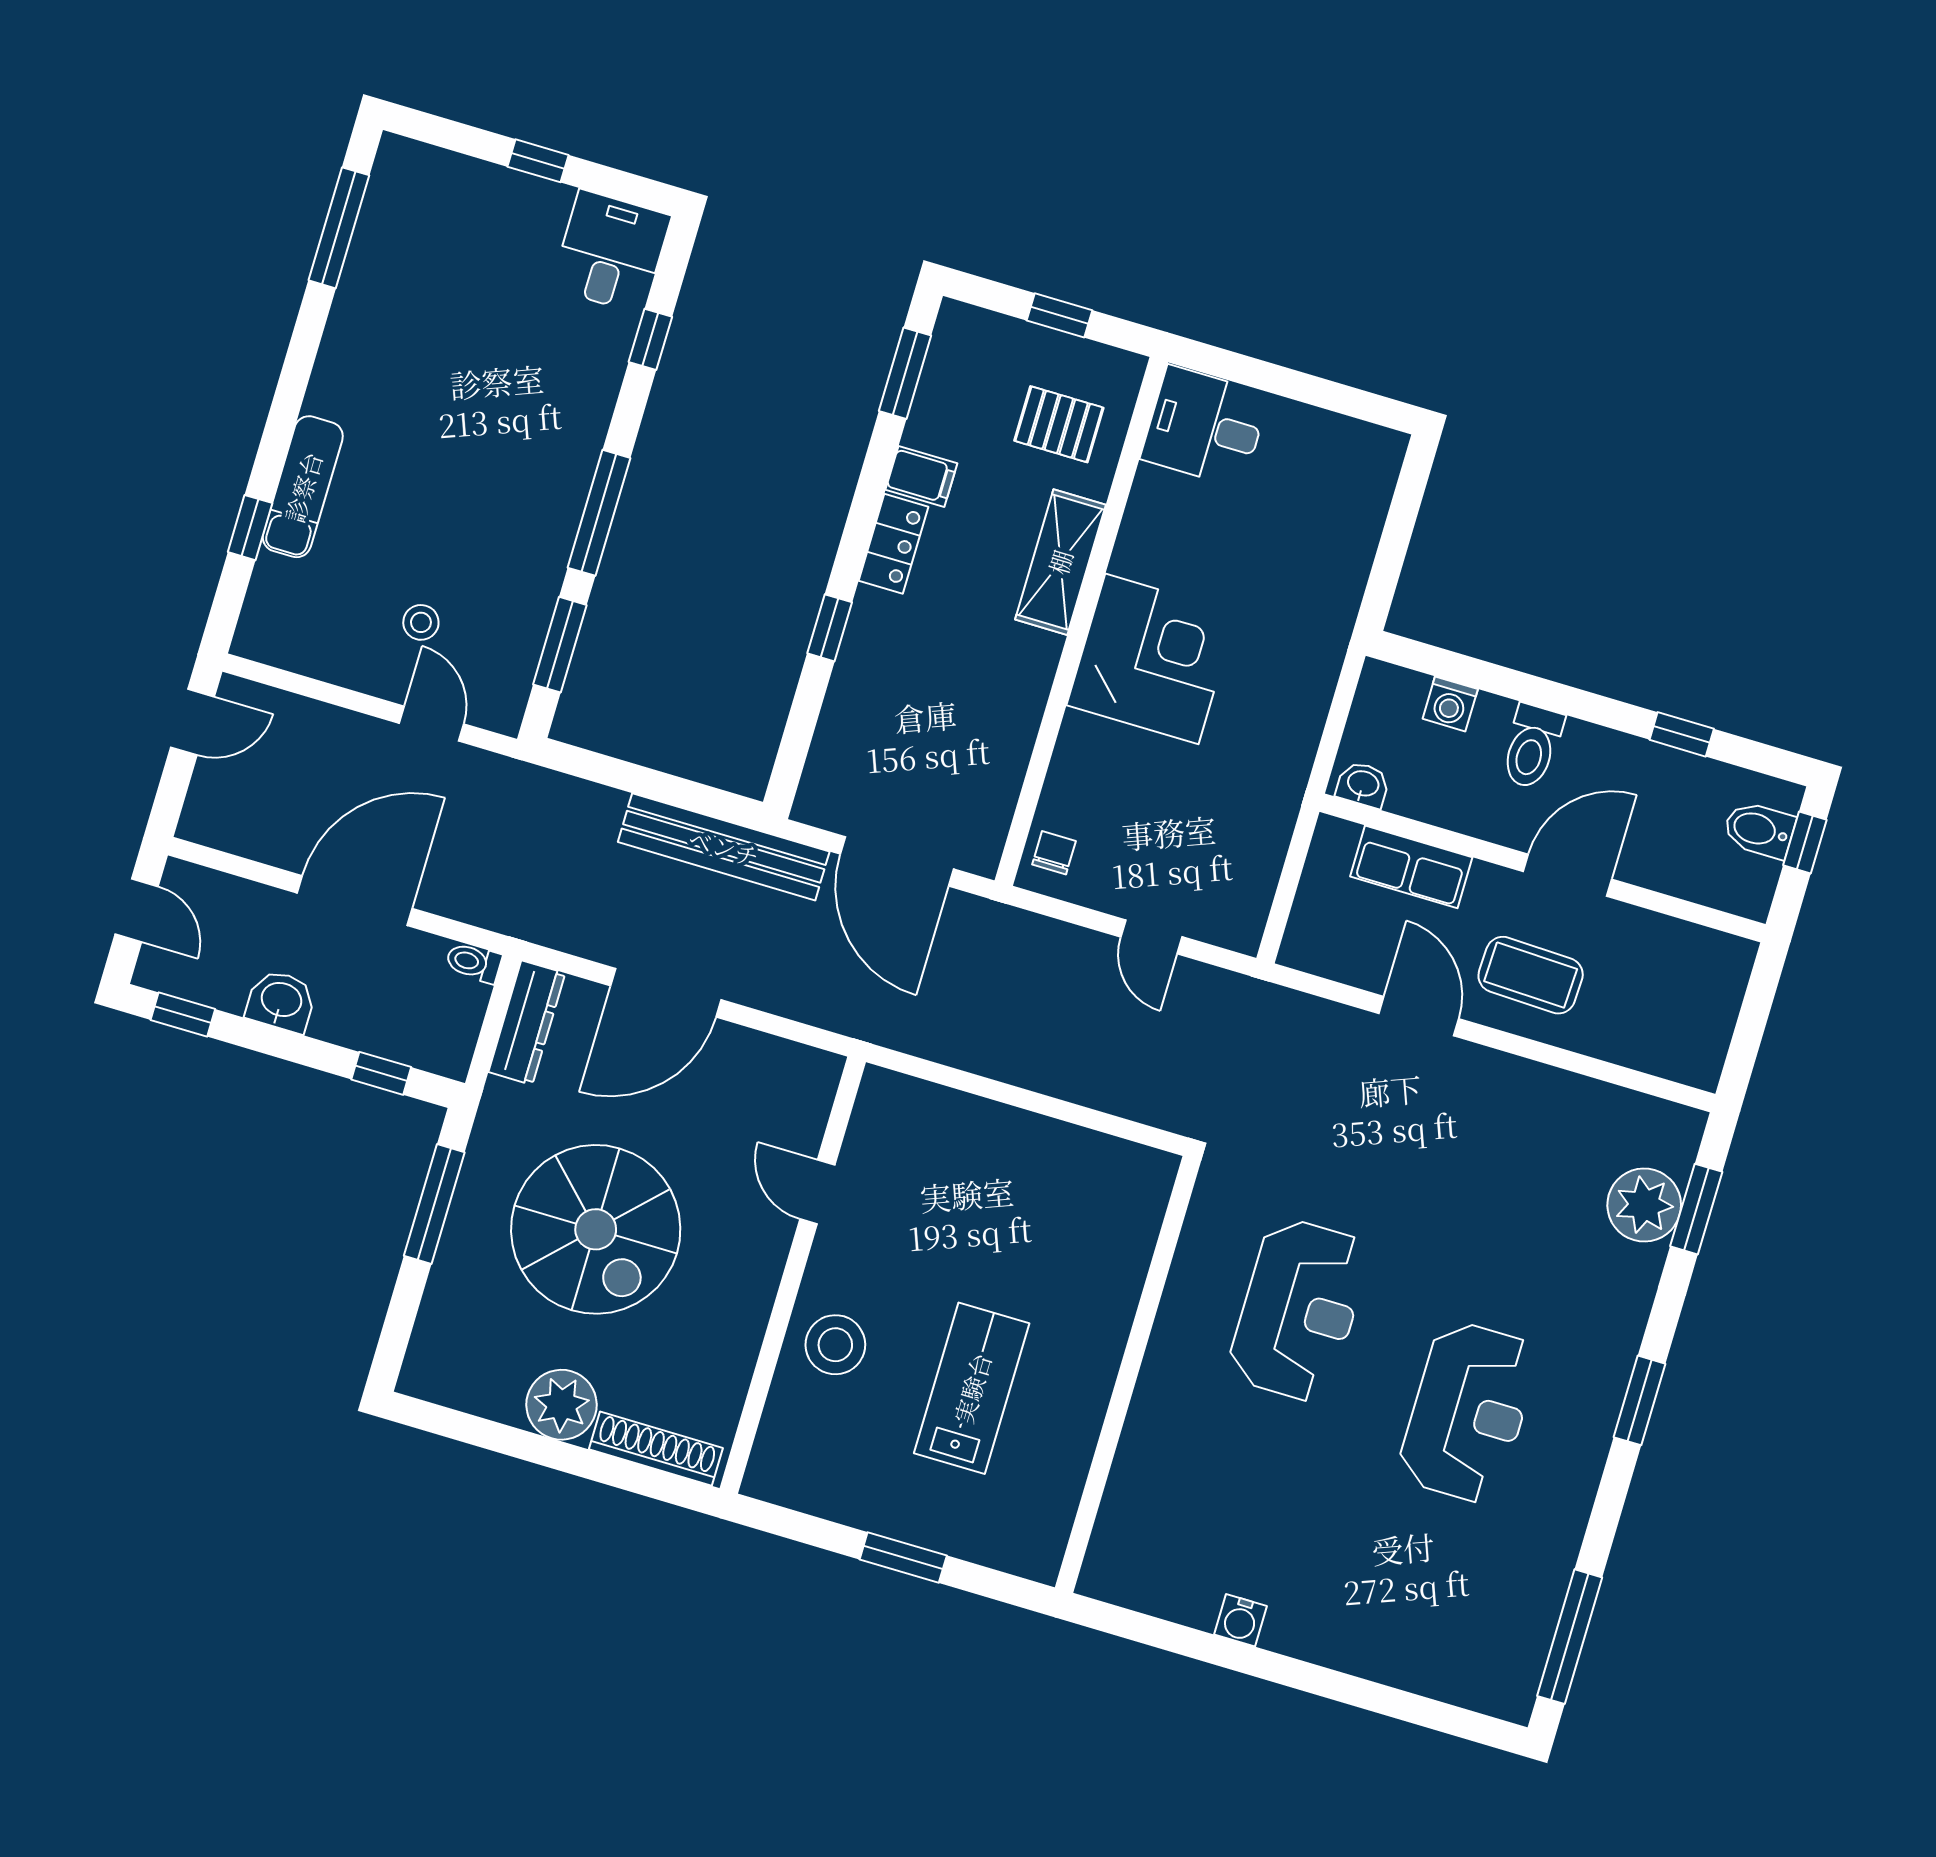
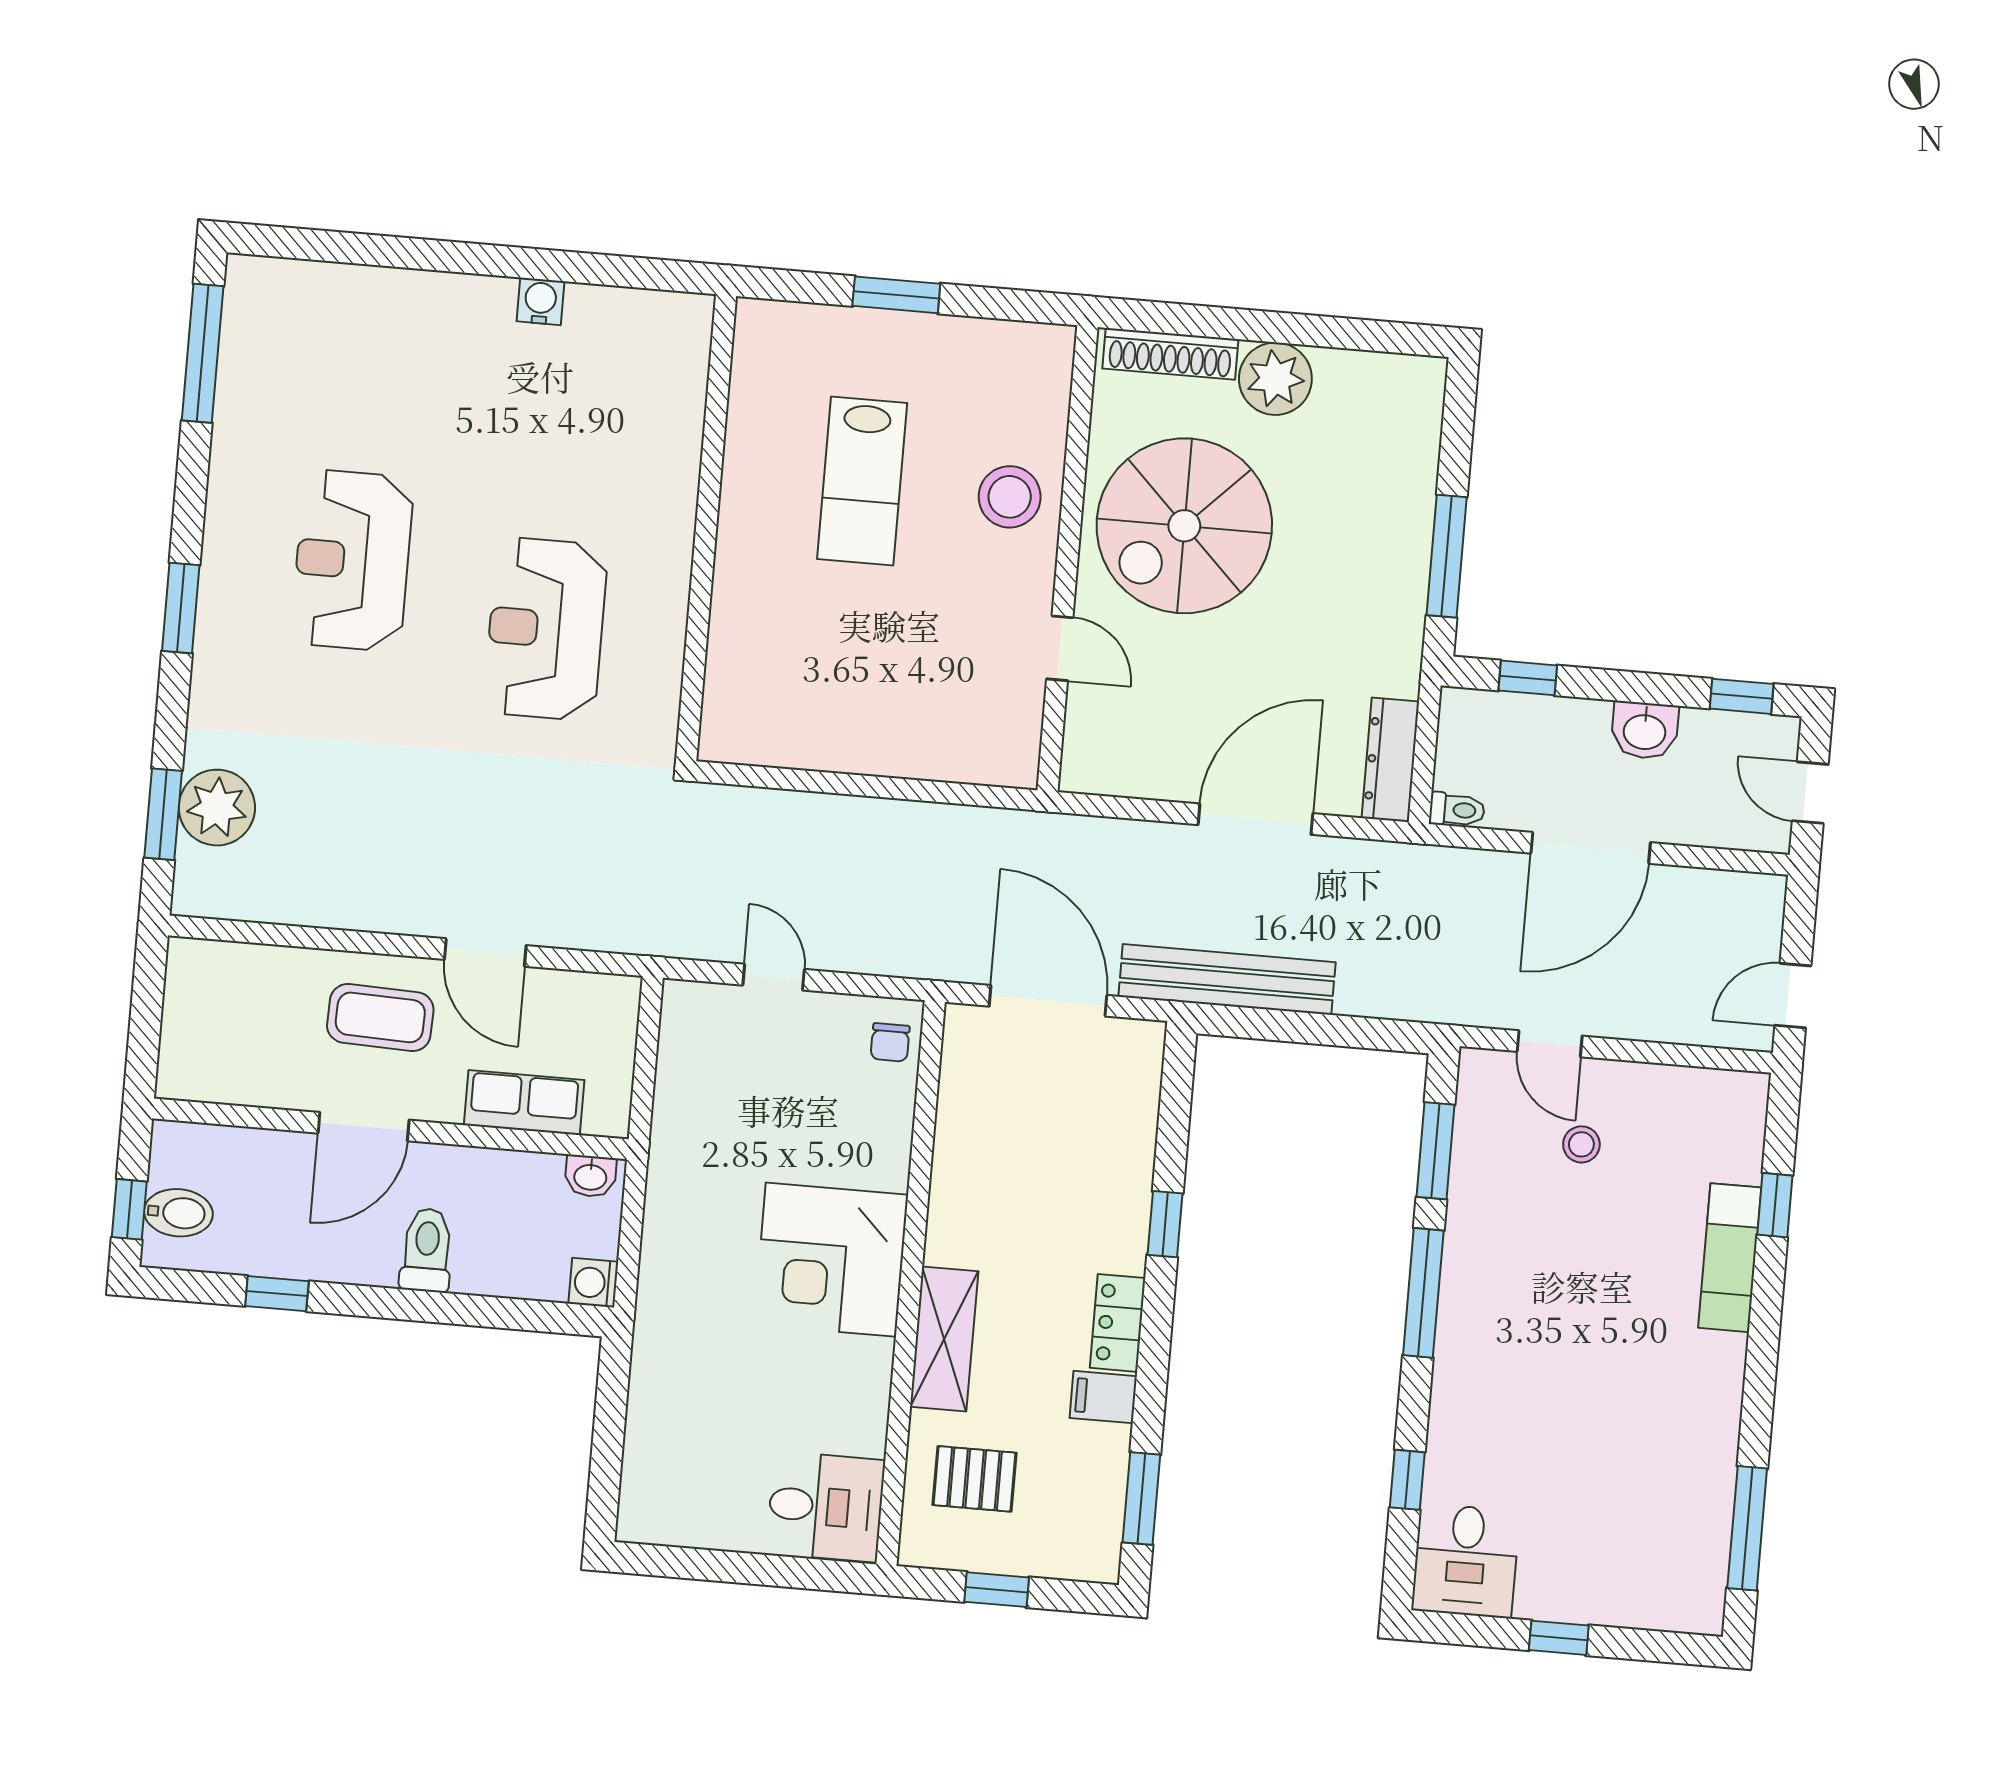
washing machine: (1450, 704) -> (593, 1283), moved, turned -90
spiral stairs: (596, 1229) -> (1184, 526), moved, turned -90

